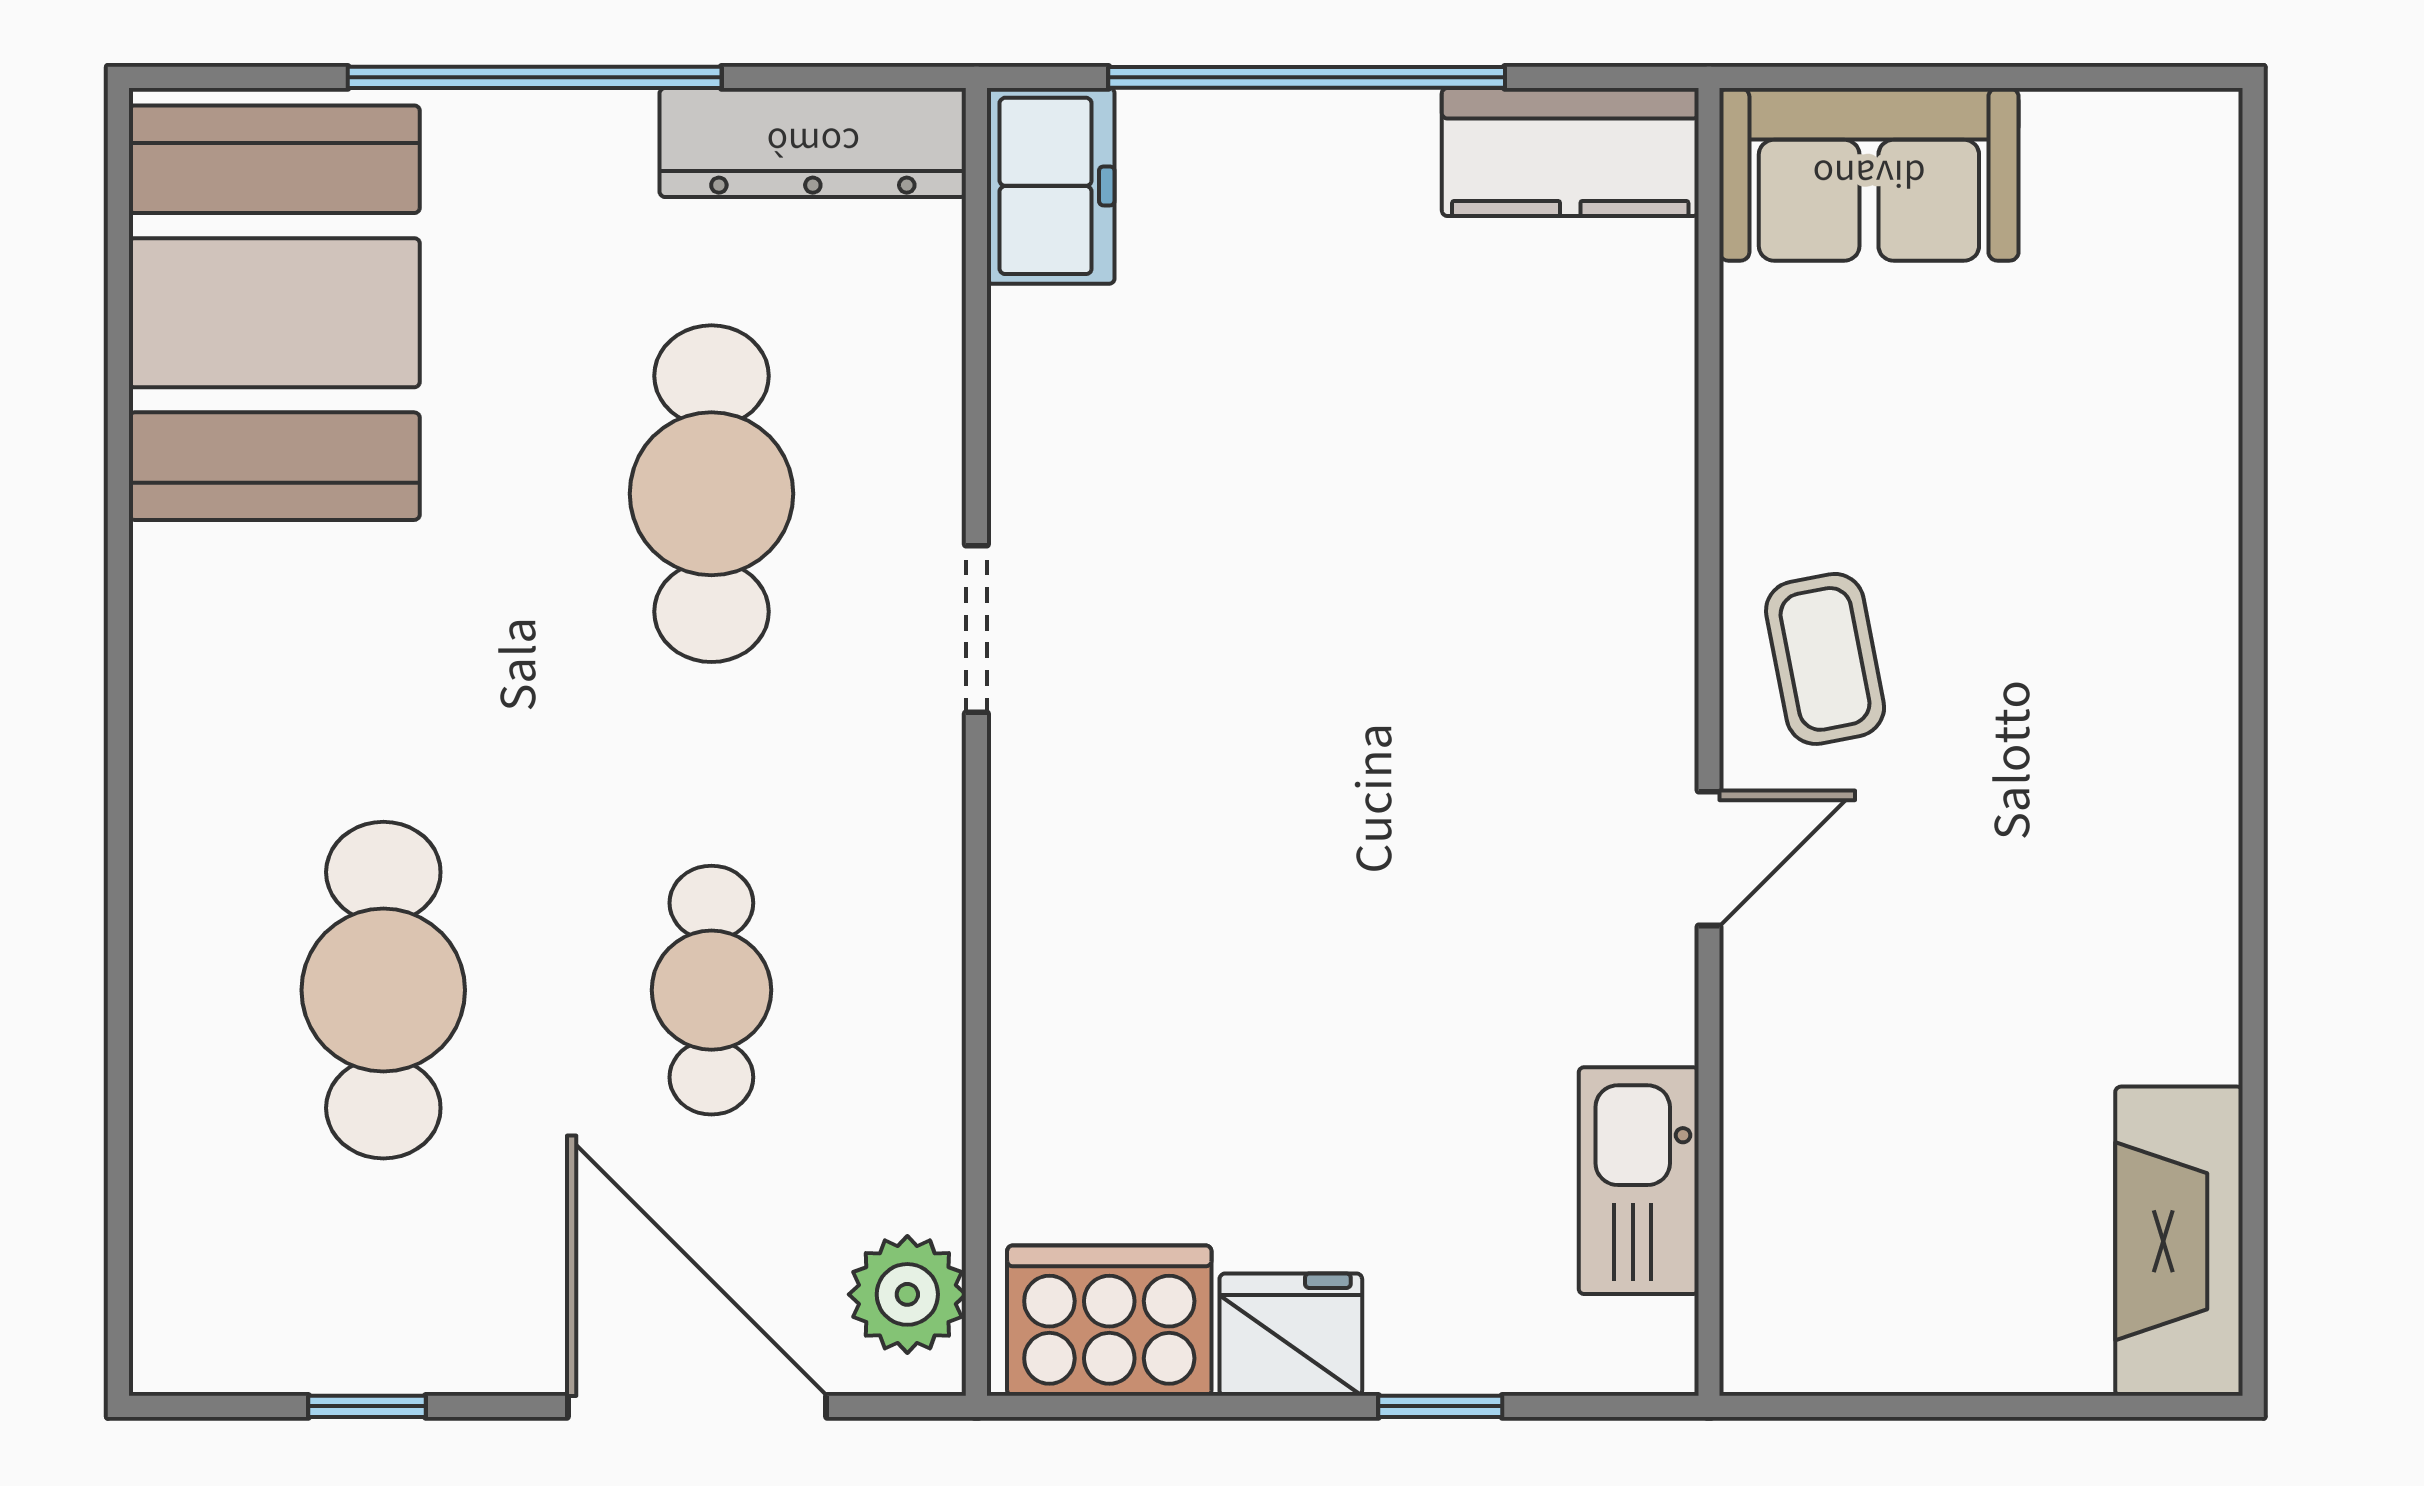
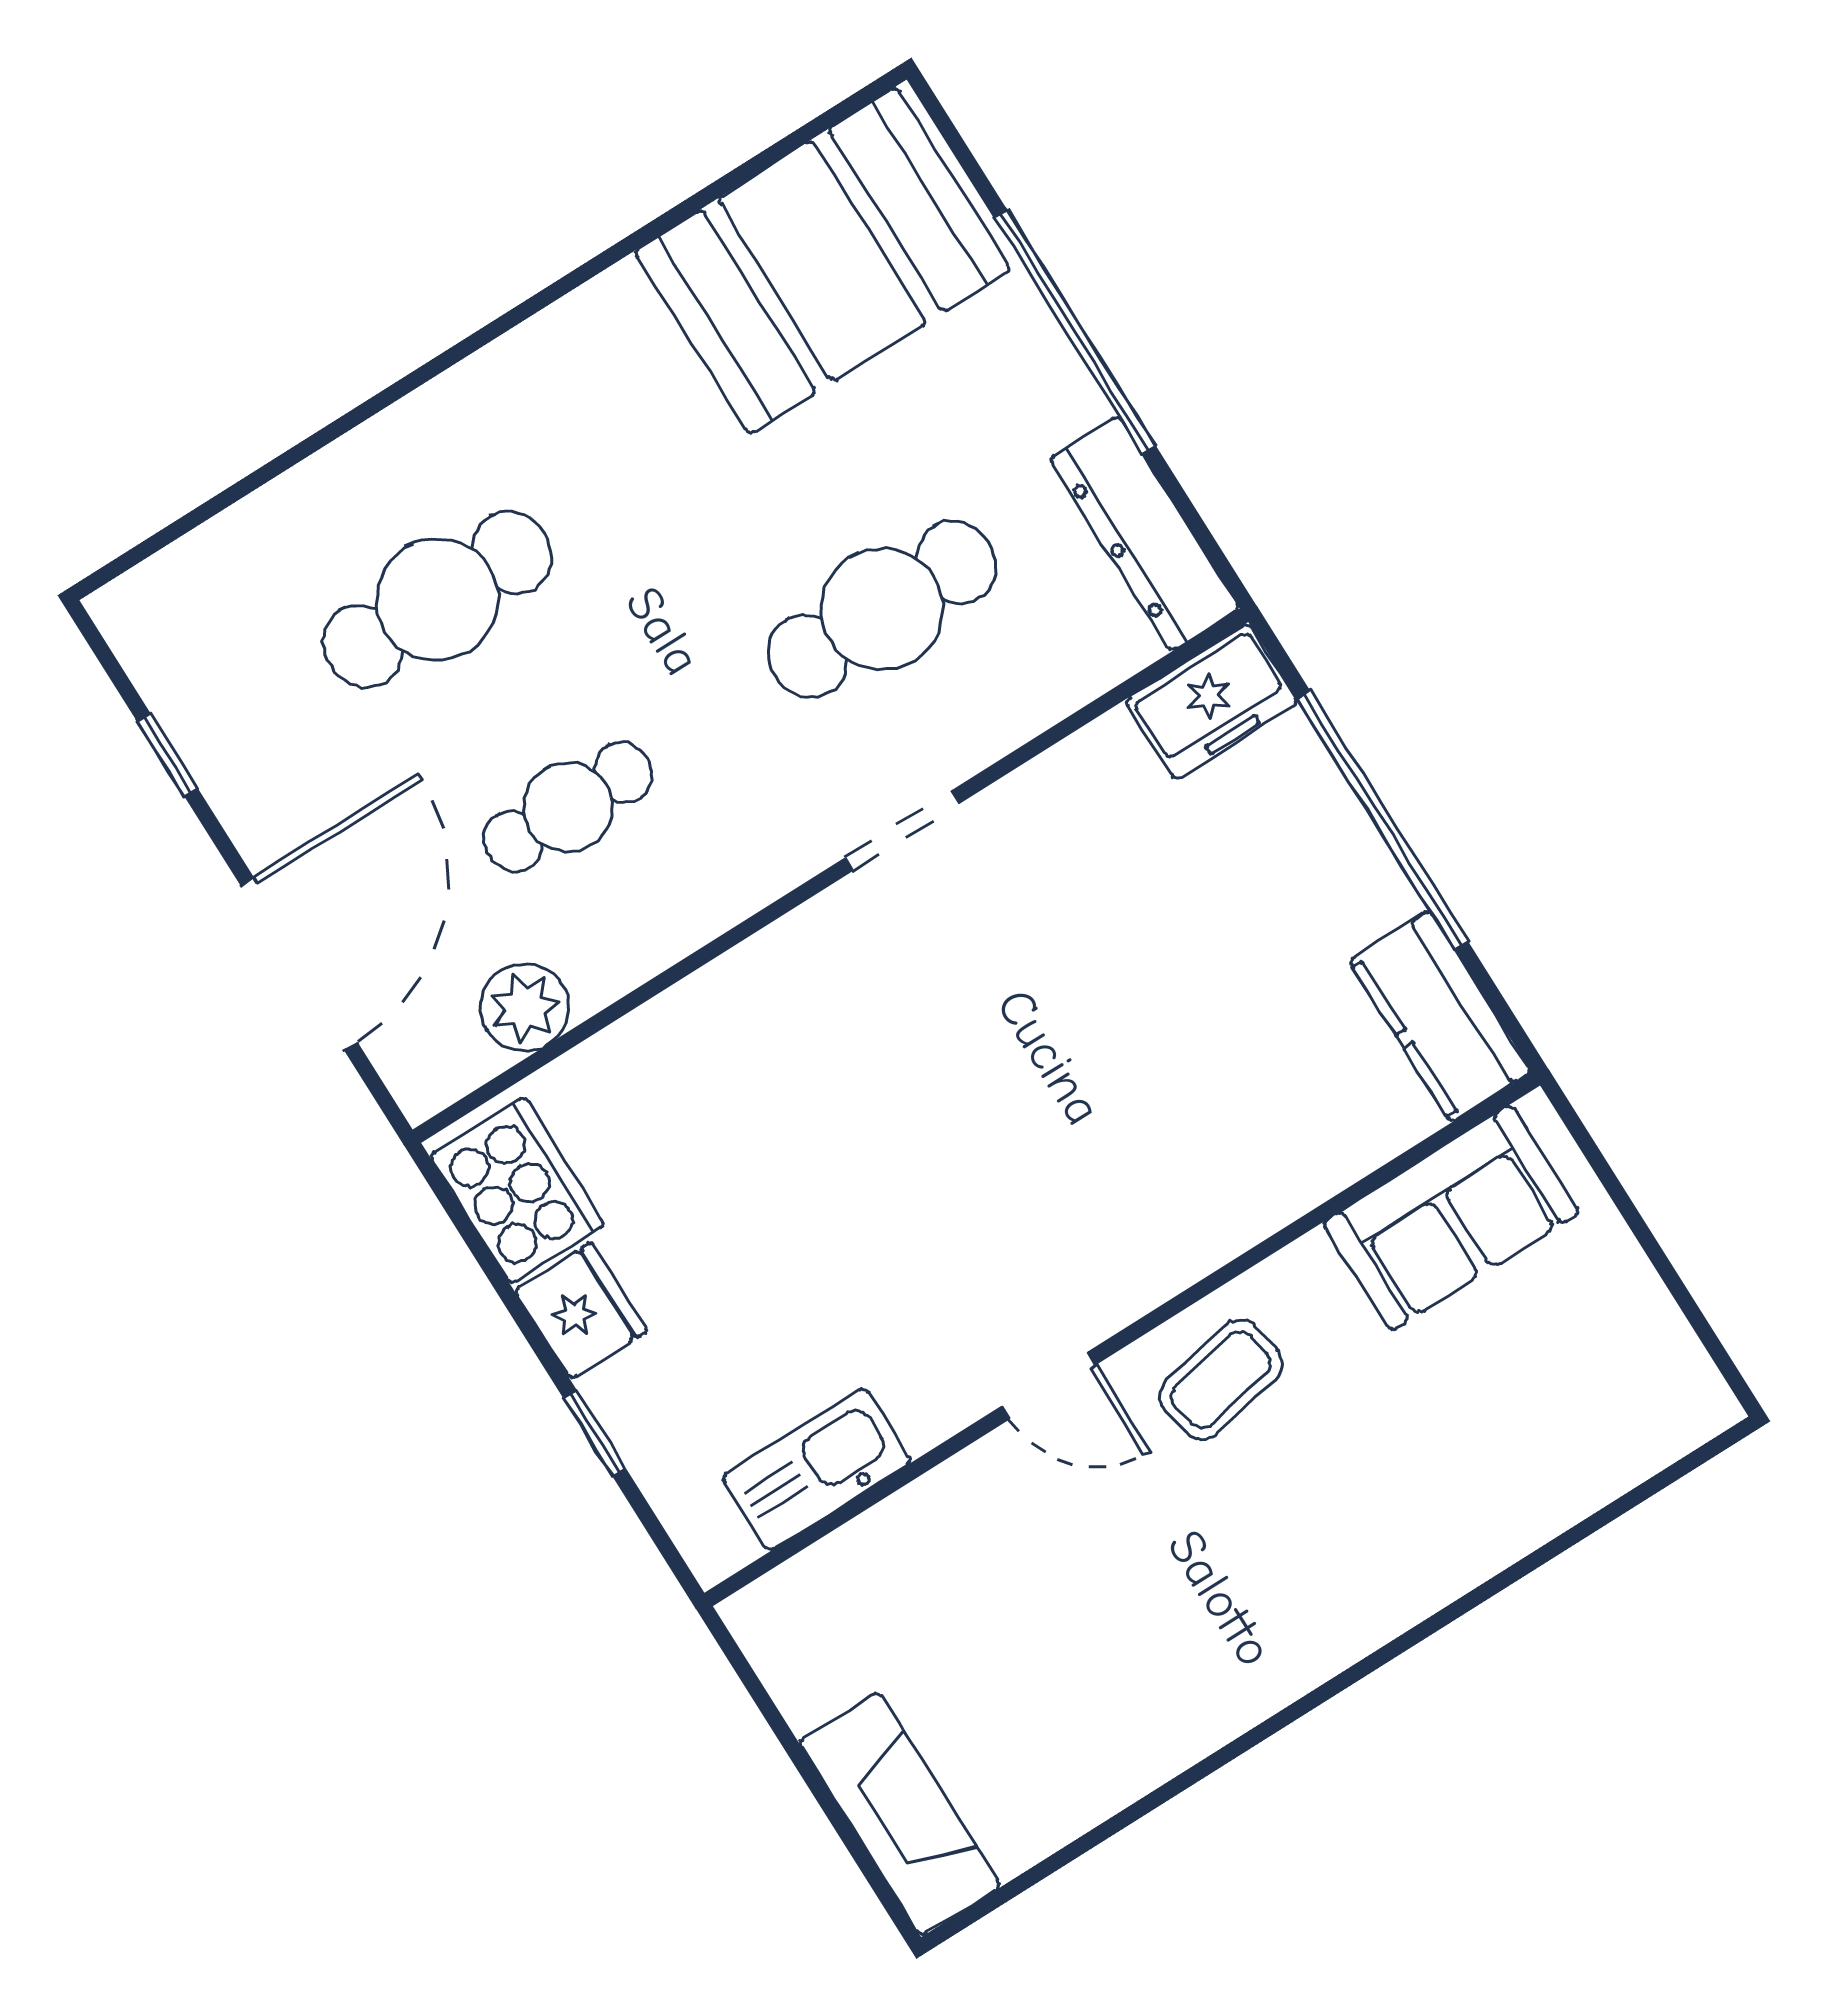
sofa: (1869, 174) -> (1451, 1218), moved, turned -90
fireplace: (2179, 1241) -> (900, 1814), moved, turned 90
plant: (907, 1294) -> (525, 1007), moved

